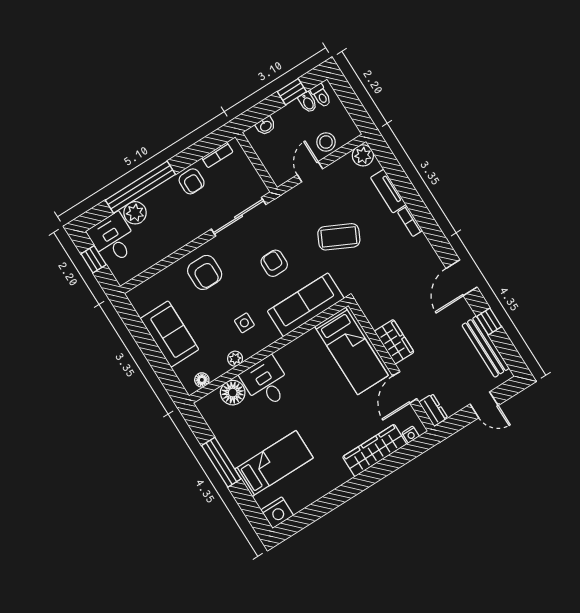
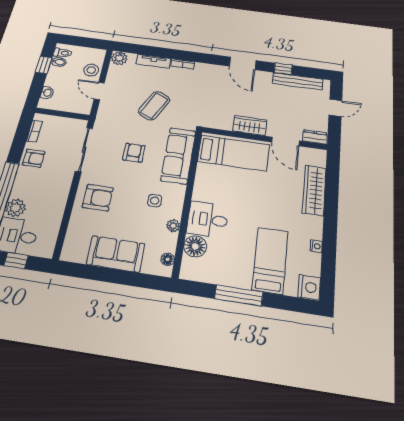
armchair: (274, 263) -> (134, 153), turned 90
nightstand: (411, 435) -> (316, 246), moved

